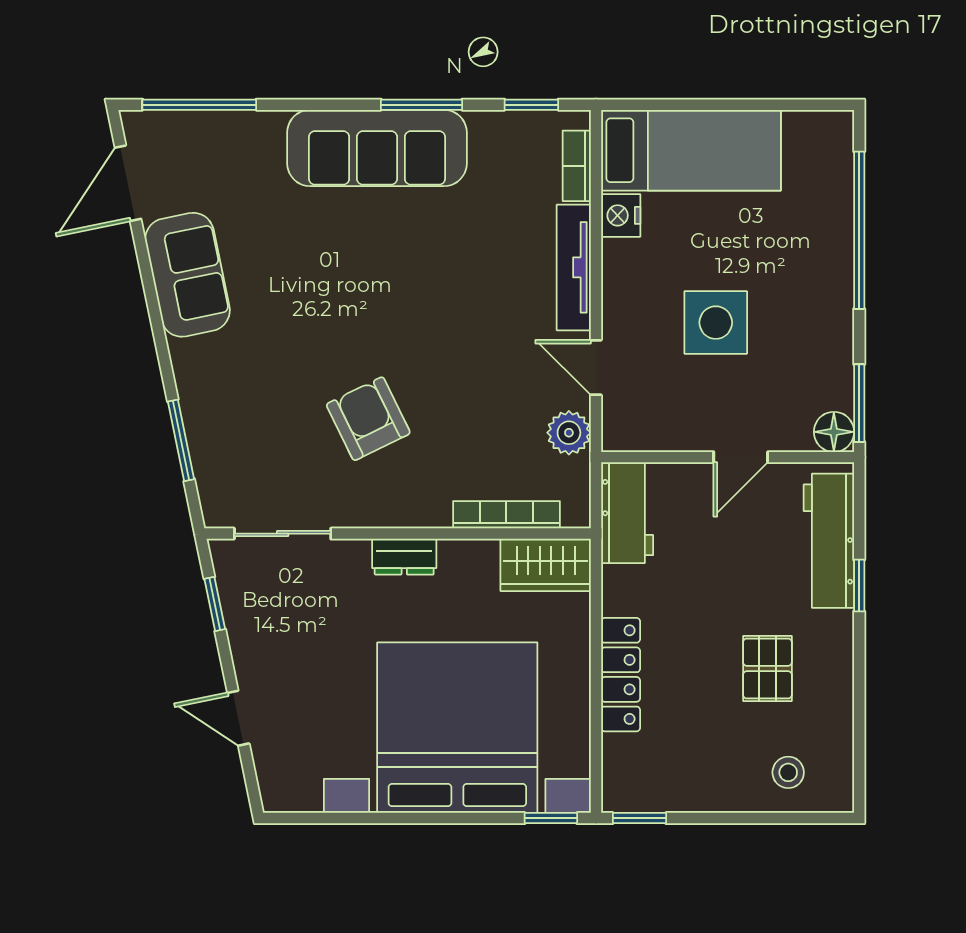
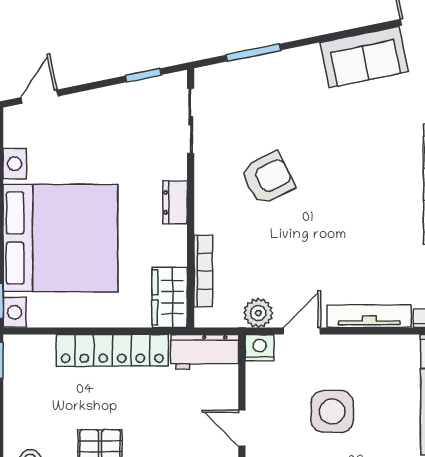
nightstand: (621, 215) -> (260, 348), moved
locker: (621, 675) -> (112, 350), width x1.41, depth x1.21
door: (238, 718) -> (40, 97), moved

